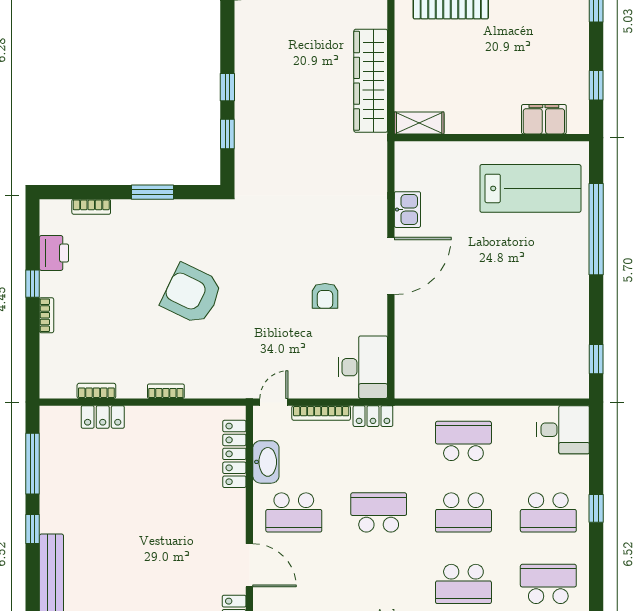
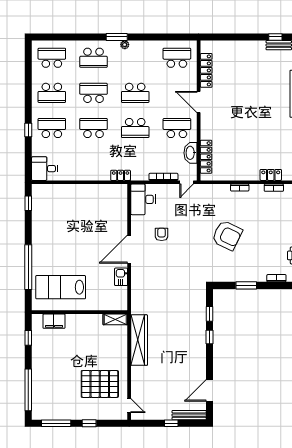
locker: (373, 416) -> (121, 175), moved
school desk: (463, 441) -> (135, 93), moved

